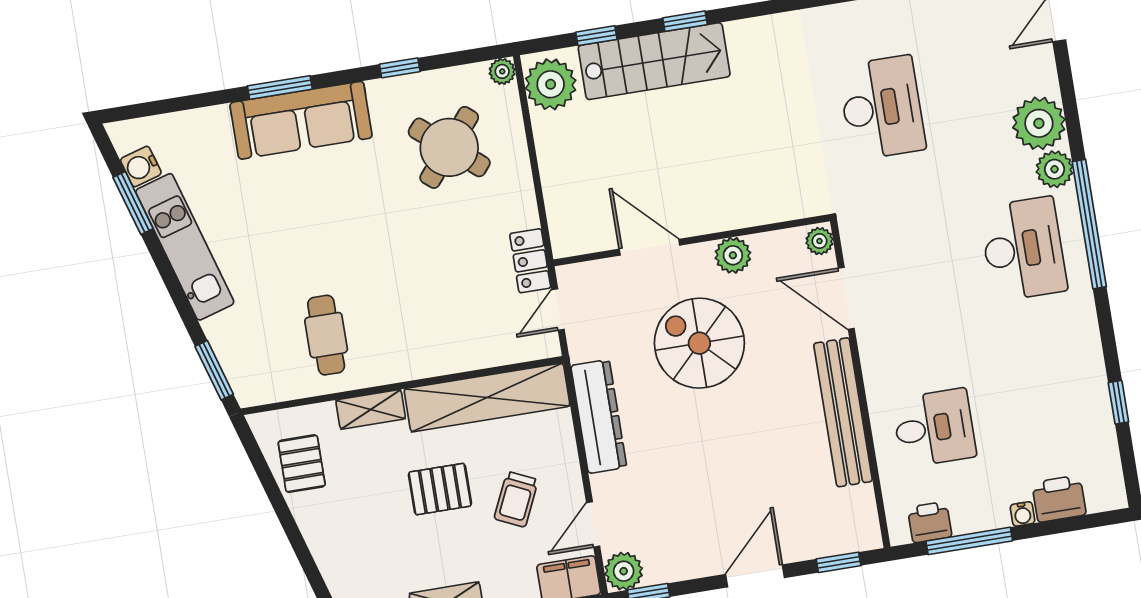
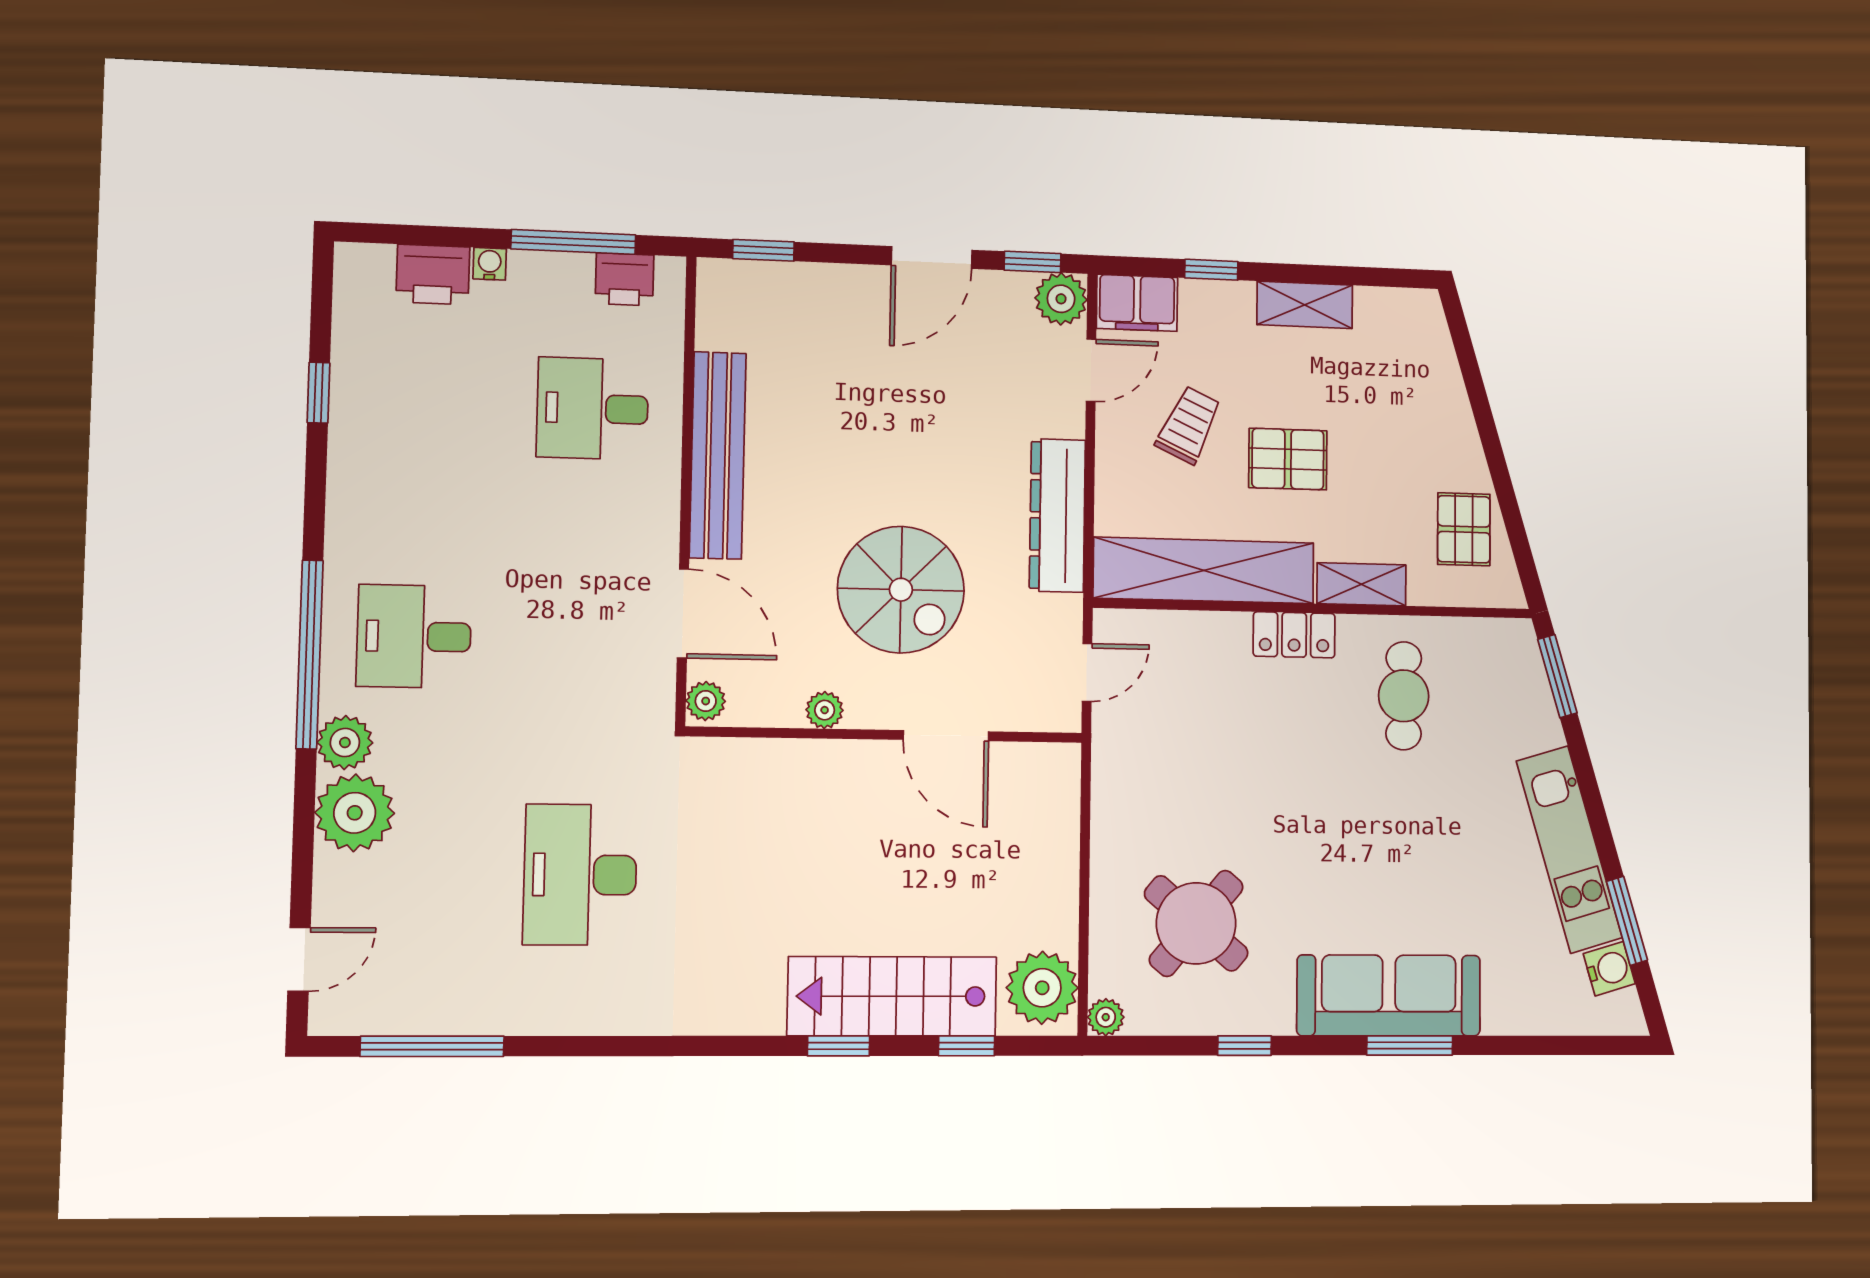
desk: (1023, 249) -> (414, 636), width x0.73
plant: (733, 255) -> (825, 710), width x0.73, depth x0.73
locker: (530, 261) -> (1294, 635), moved, turned 90
door: (755, 576) -> (932, 258), moved

